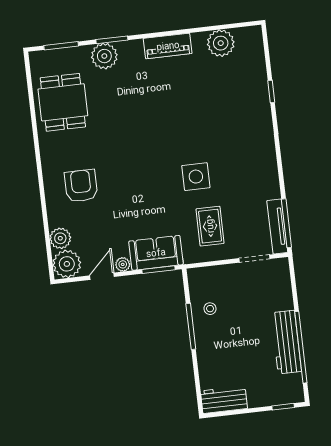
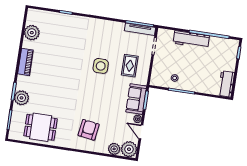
armchair: (81, 186) -> (89, 130), turned 98
rug: (210, 226) -> (130, 66), turned 90
workbench: (286, 342) -> (191, 39), moved

